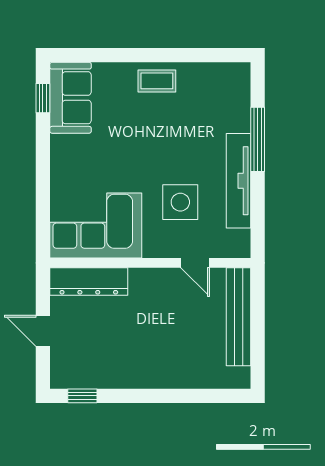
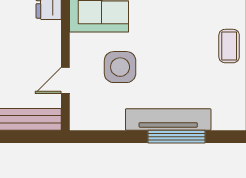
tv unit: (239, 181) -> (168, 119), moved

